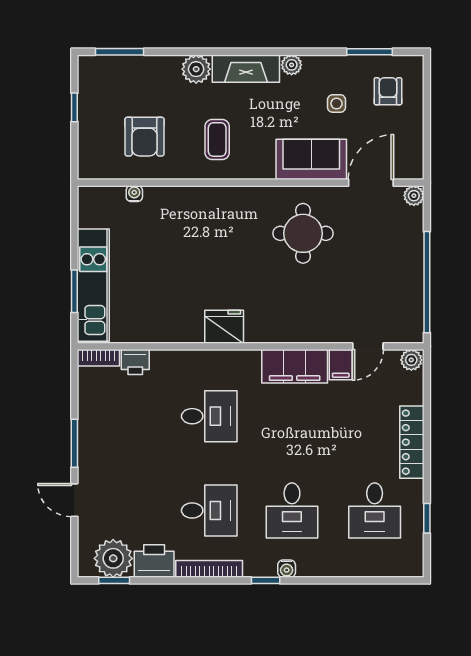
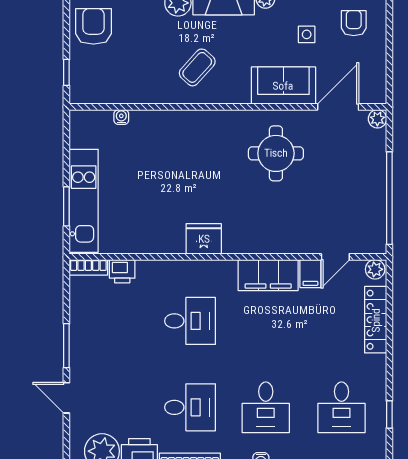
window: (74, 107) -> (66, 72), moved
armchair: (144, 137) -> (93, 26), moved, turned 180
coffee table: (217, 140) -> (197, 67), turned 42
locker: (412, 442) -> (376, 320), moved

